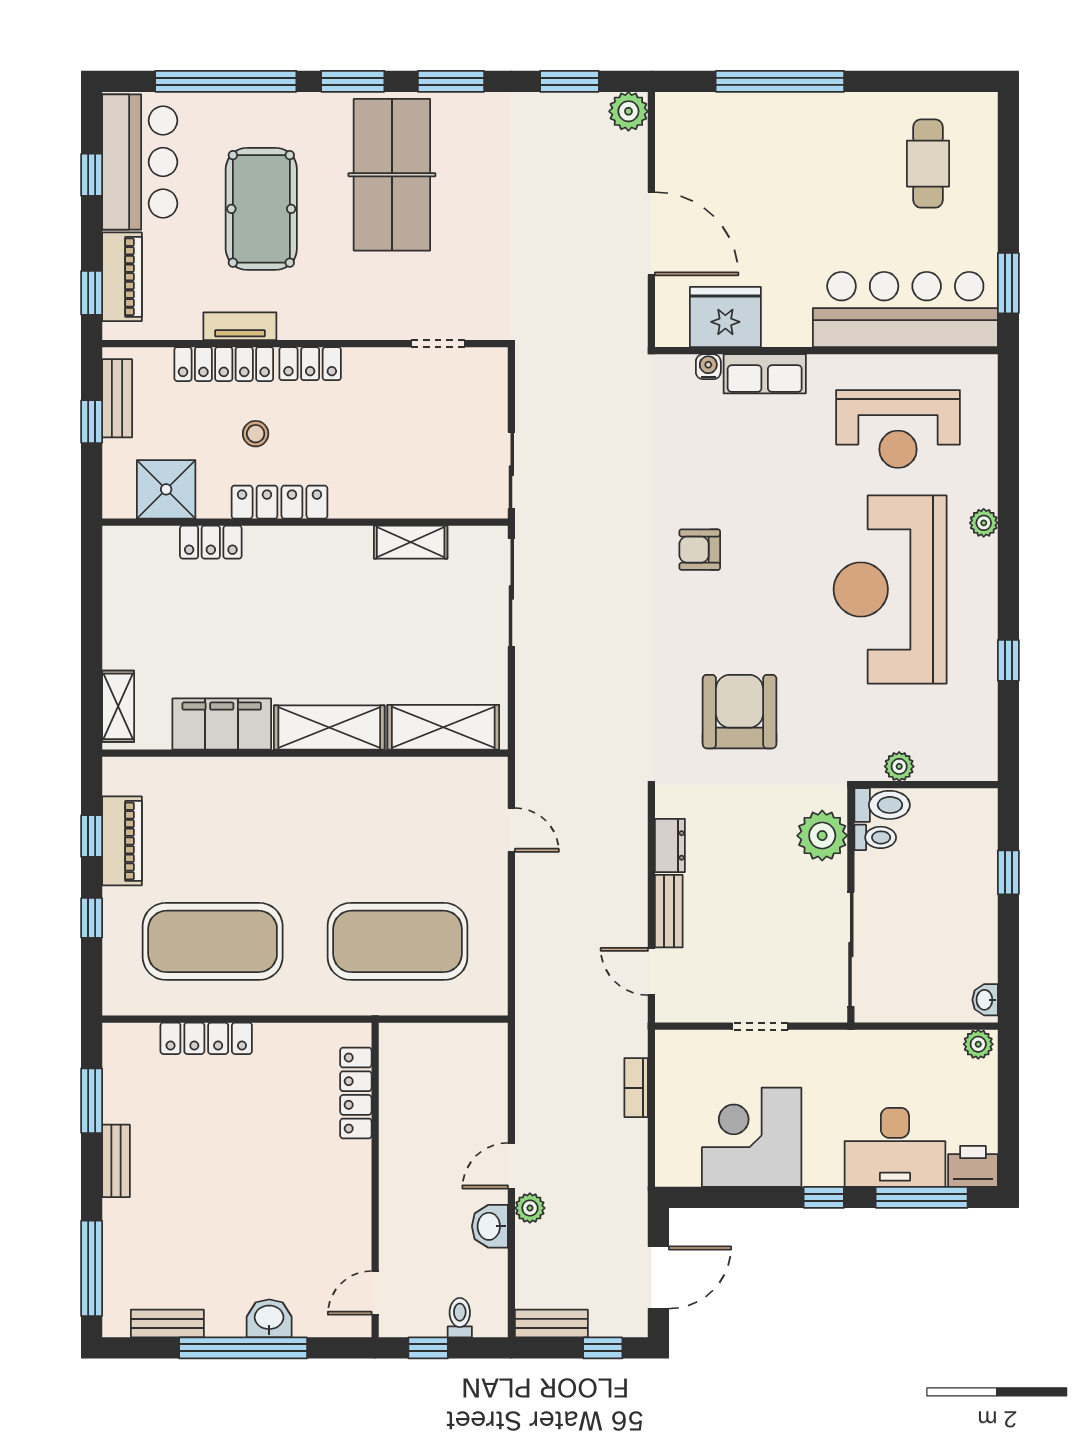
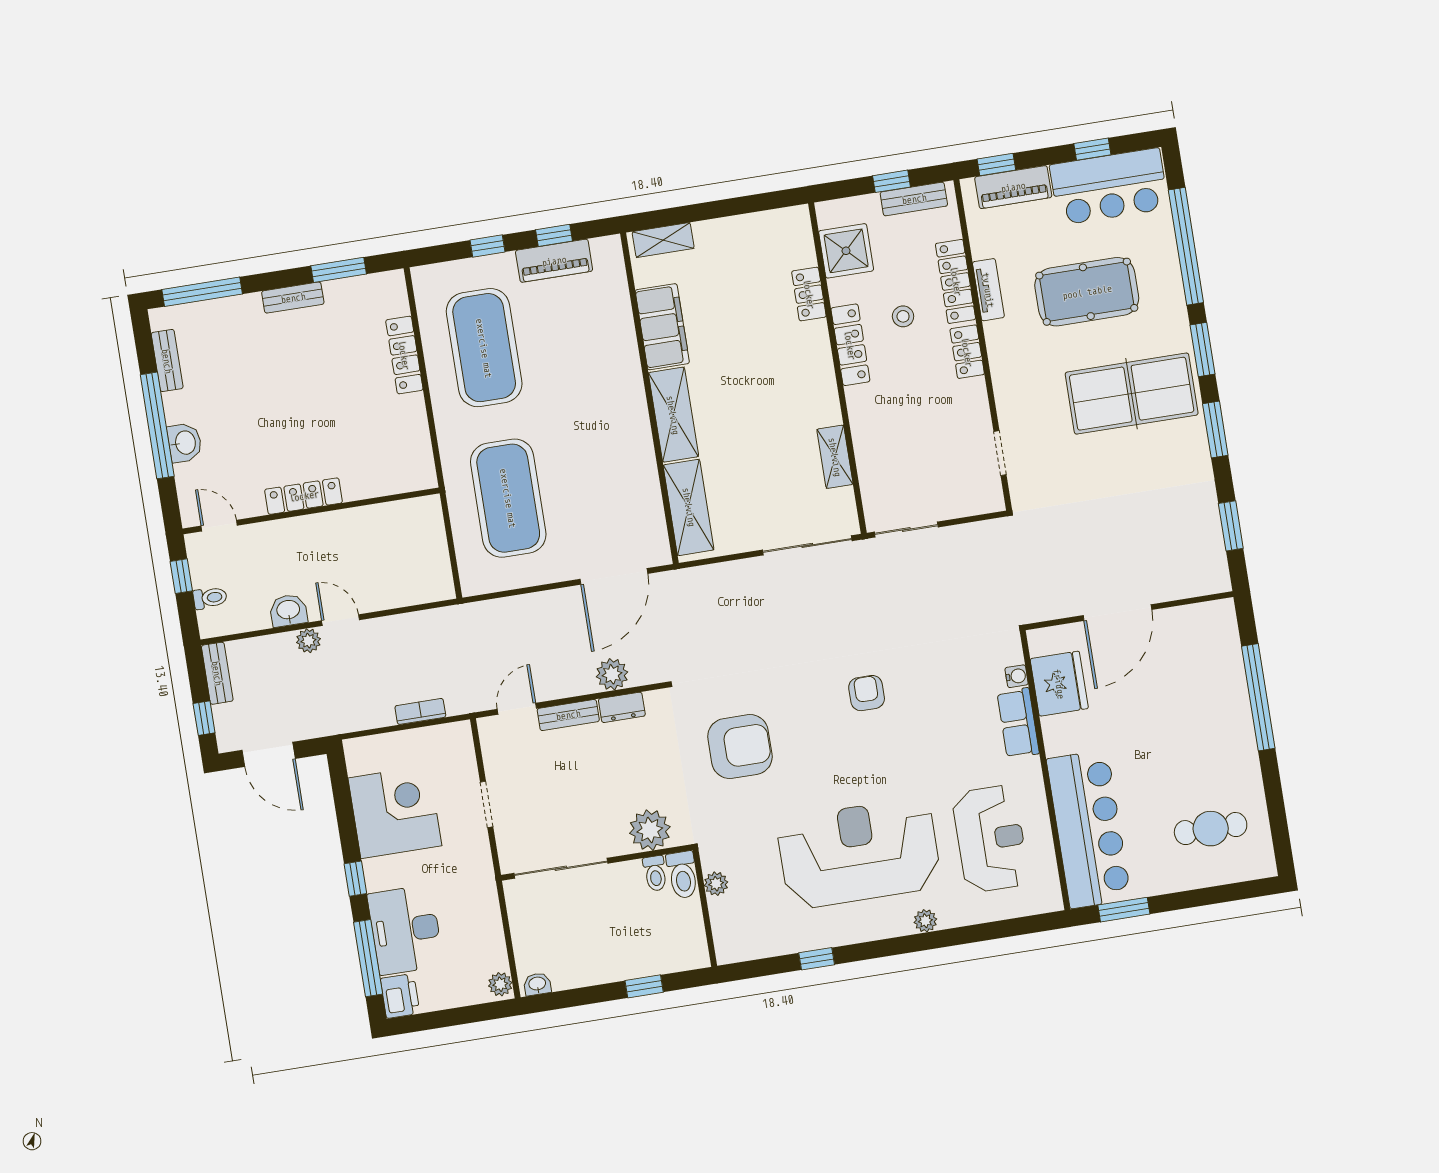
plant: (628, 111) -> (612, 674), moved
reception desk: (898, 429) -> (991, 839), turned 180
door: (511, 830) -> (614, 576), width x1.88
locker: (356, 1093) -> (304, 496), moved

